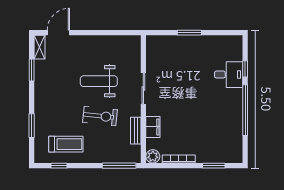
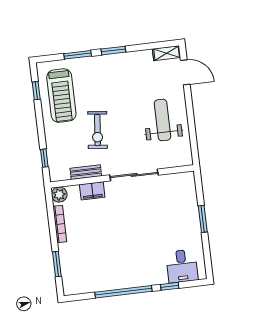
window: (32, 70) -> (113, 51), moved
desk: (229, 75) -> (182, 266), moved
weight bench: (99, 81) -> (162, 120), moved
sliding door: (143, 88) -> (134, 175), width x1.37
treadmill: (66, 144) -> (61, 96), width x1.37, depth x1.38
window: (119, 166) -> (44, 158), width x0.46

